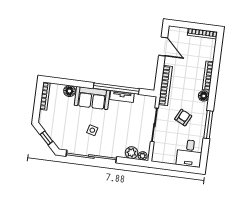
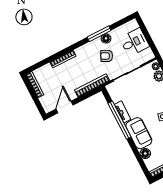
floor lamp: (204, 96) -> (106, 38), moved
desk: (189, 153) -> (134, 42), moved

